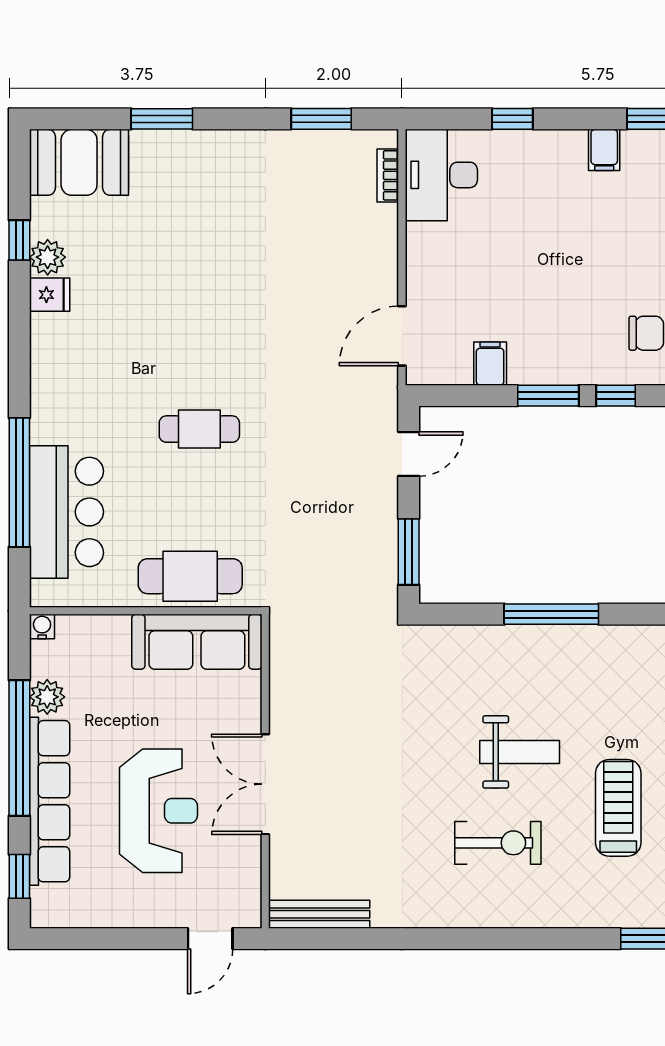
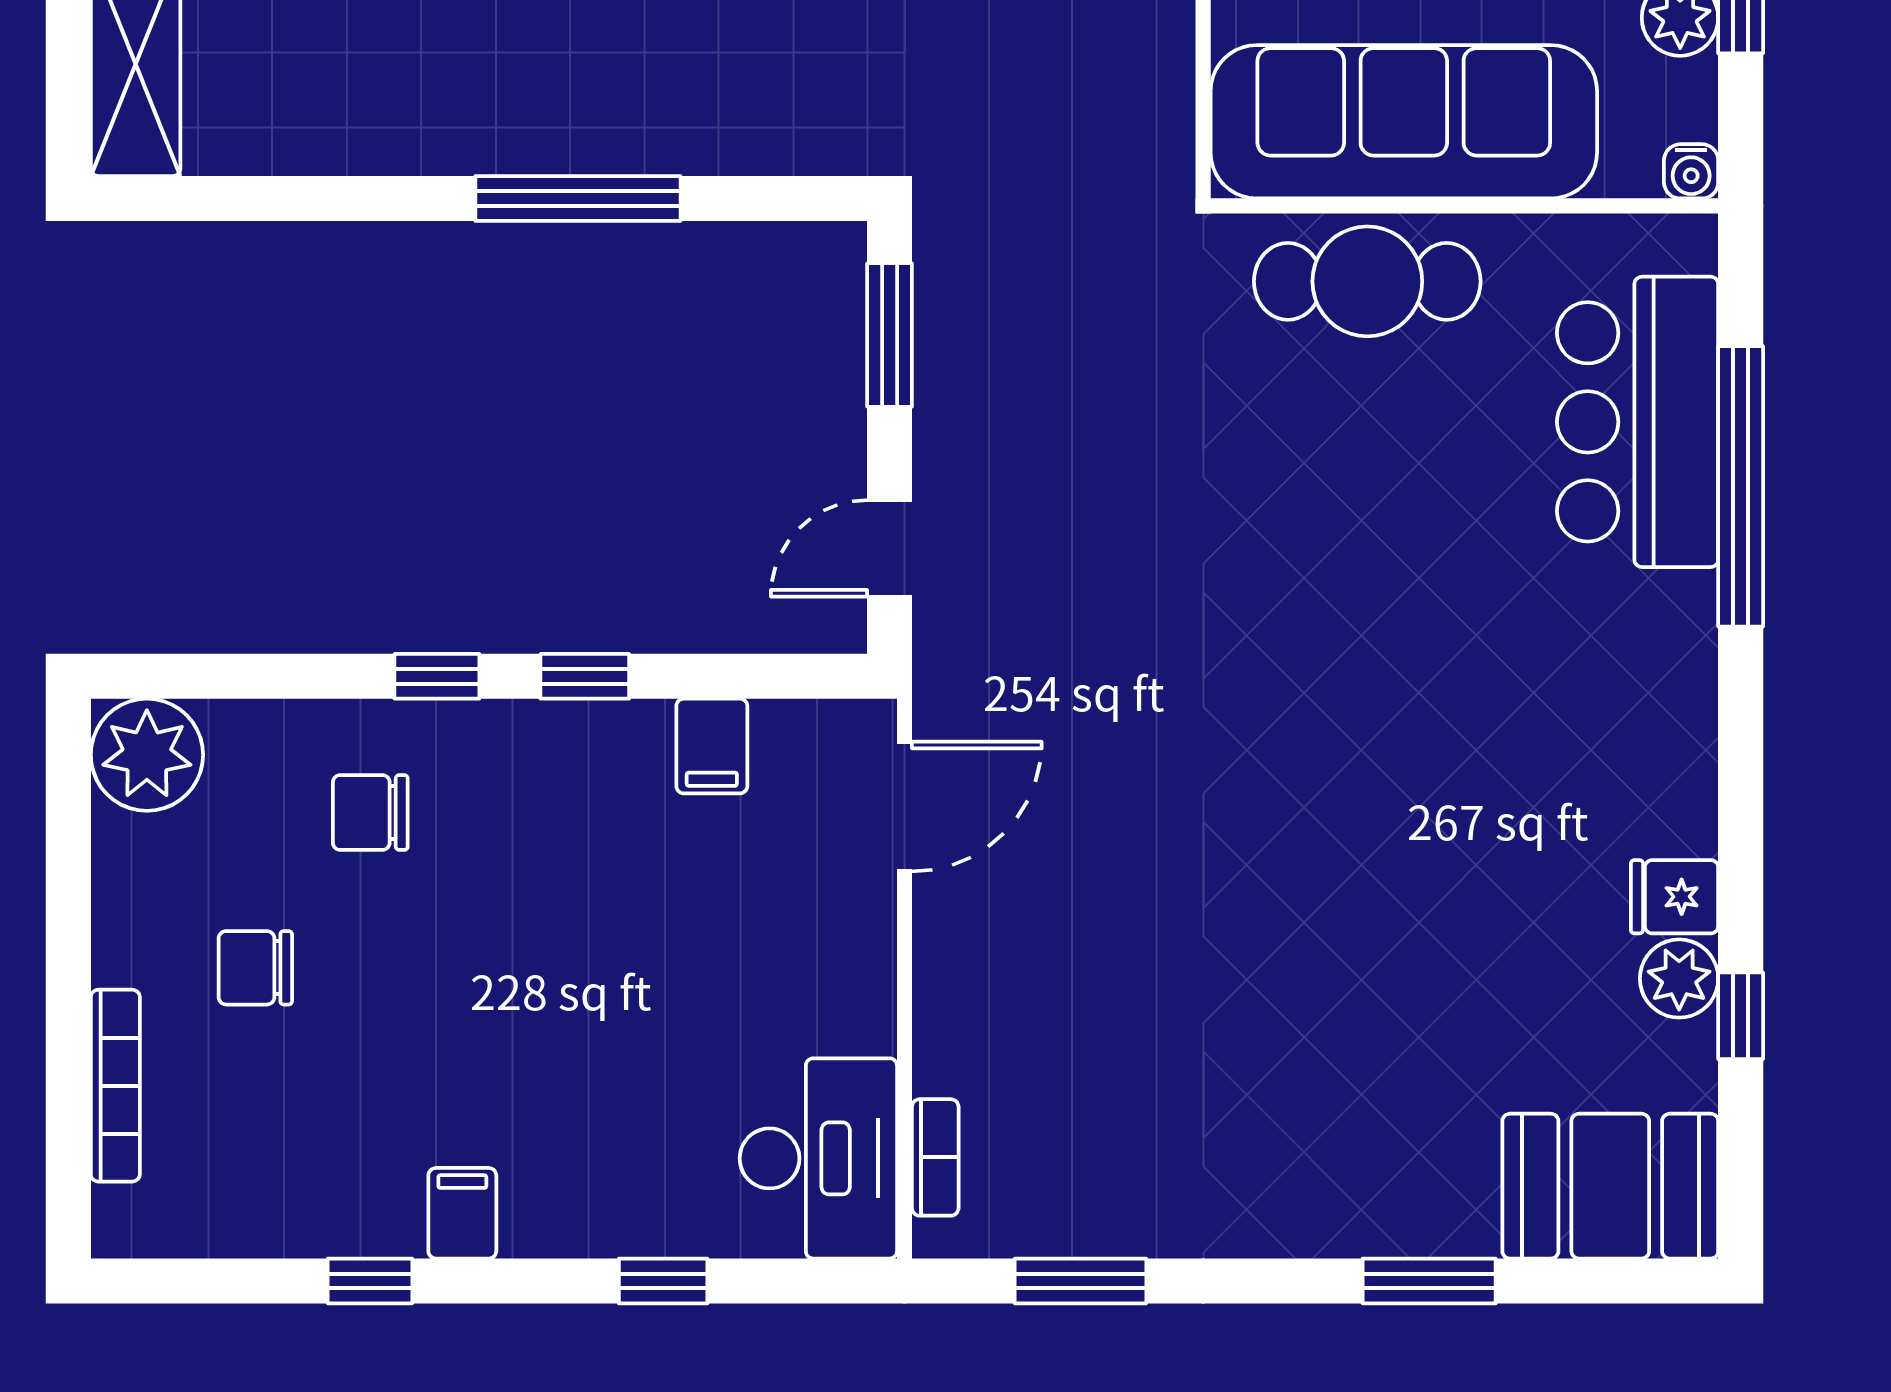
window: (548, 396) -> (585, 676), width x0.67
cafe table: (199, 429) -> (1347, 603), removed
sofa: (197, 642) -> (1404, 122), width x1.36, depth x1.27

